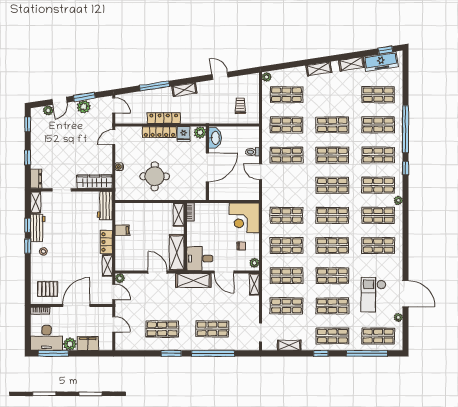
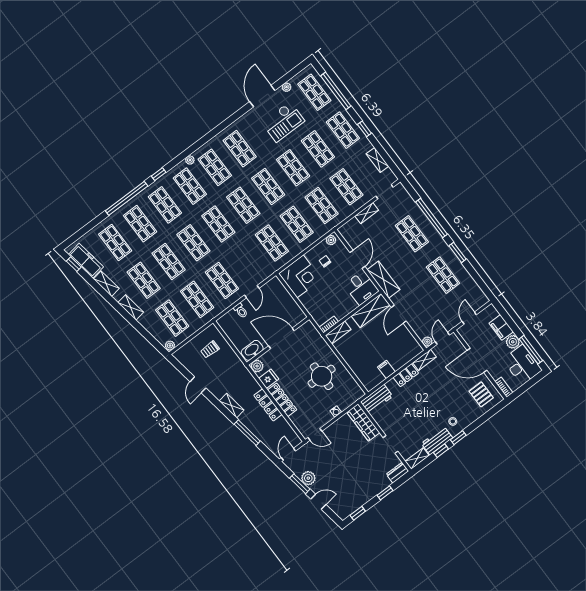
shop shelf: (332, 95) -> (144, 280), added
plant: (48, 110) -> (334, 505), removed
shelving: (254, 284) -> (367, 213), moved

